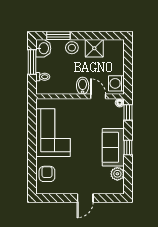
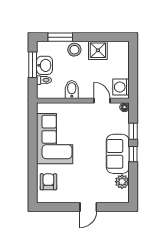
washbasin: (43, 48) -> (45, 65), moved
bidet: (83, 86) -> (72, 90), moved
window: (128, 112) -> (133, 131), moved

